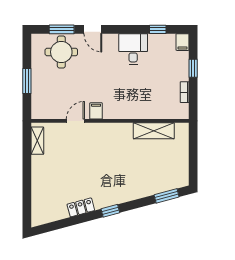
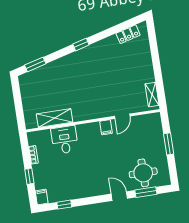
desk: (133, 49) -> (65, 140), moved, turned 180
locker: (81, 207) -> (128, 34), moved

